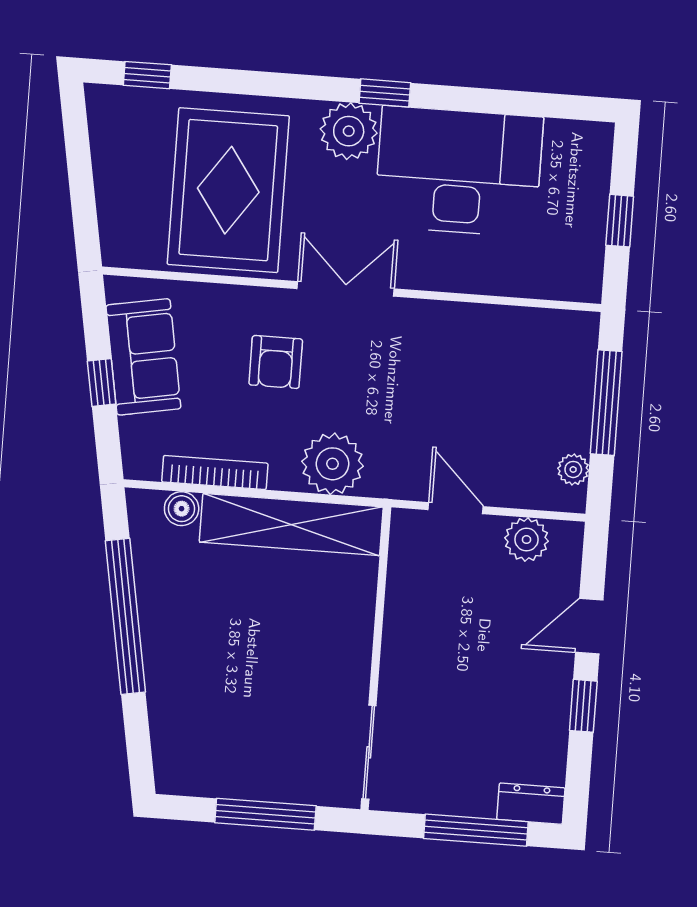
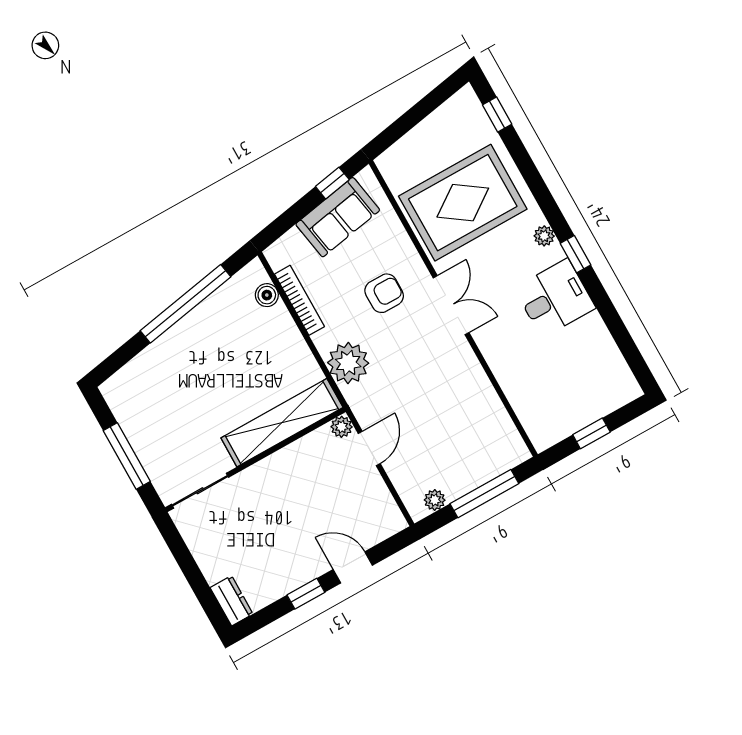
plant: (349, 131) -> (544, 236), width x0.53, depth x0.53
desk: (459, 171) -> (555, 298), width x0.53, depth x0.77
armchair: (276, 362) -> (384, 293), turned 180
window: (102, 382) -> (332, 183), moved
shelving: (291, 524) -> (282, 423), moved, turned 90
plant: (526, 540) -> (342, 427), moved, width x0.73, depth x0.73
window: (476, 830) -> (196, 580), removed

